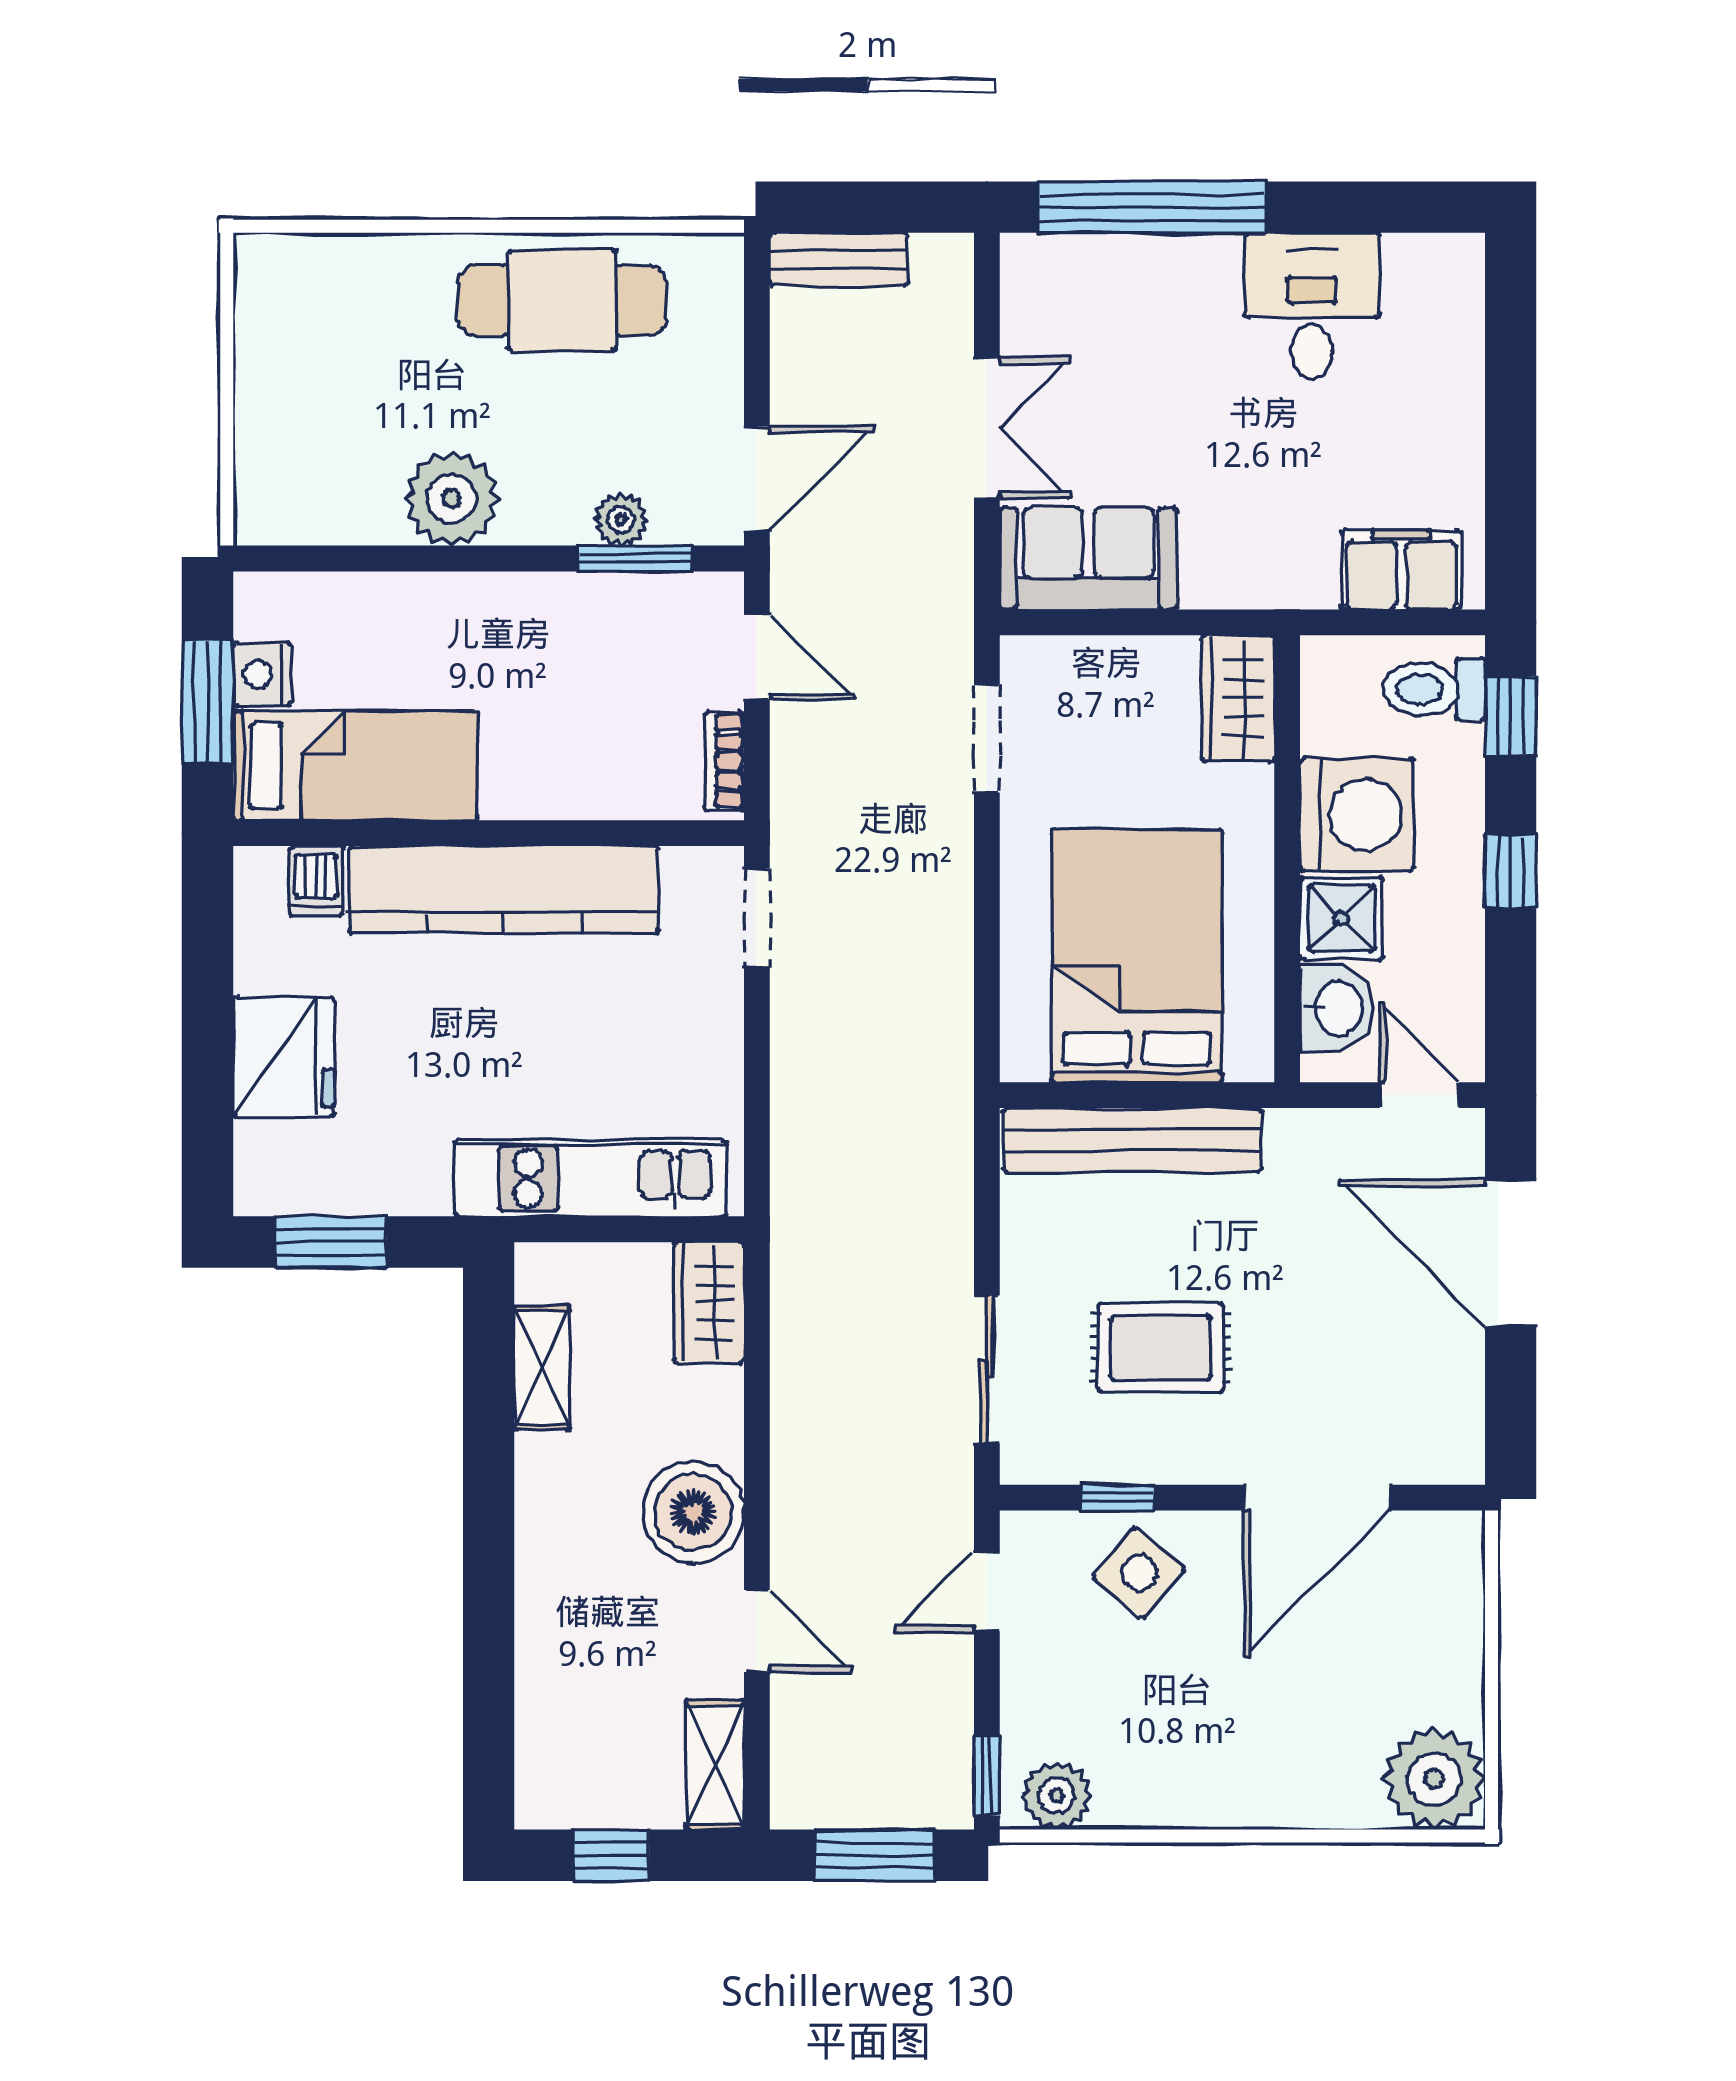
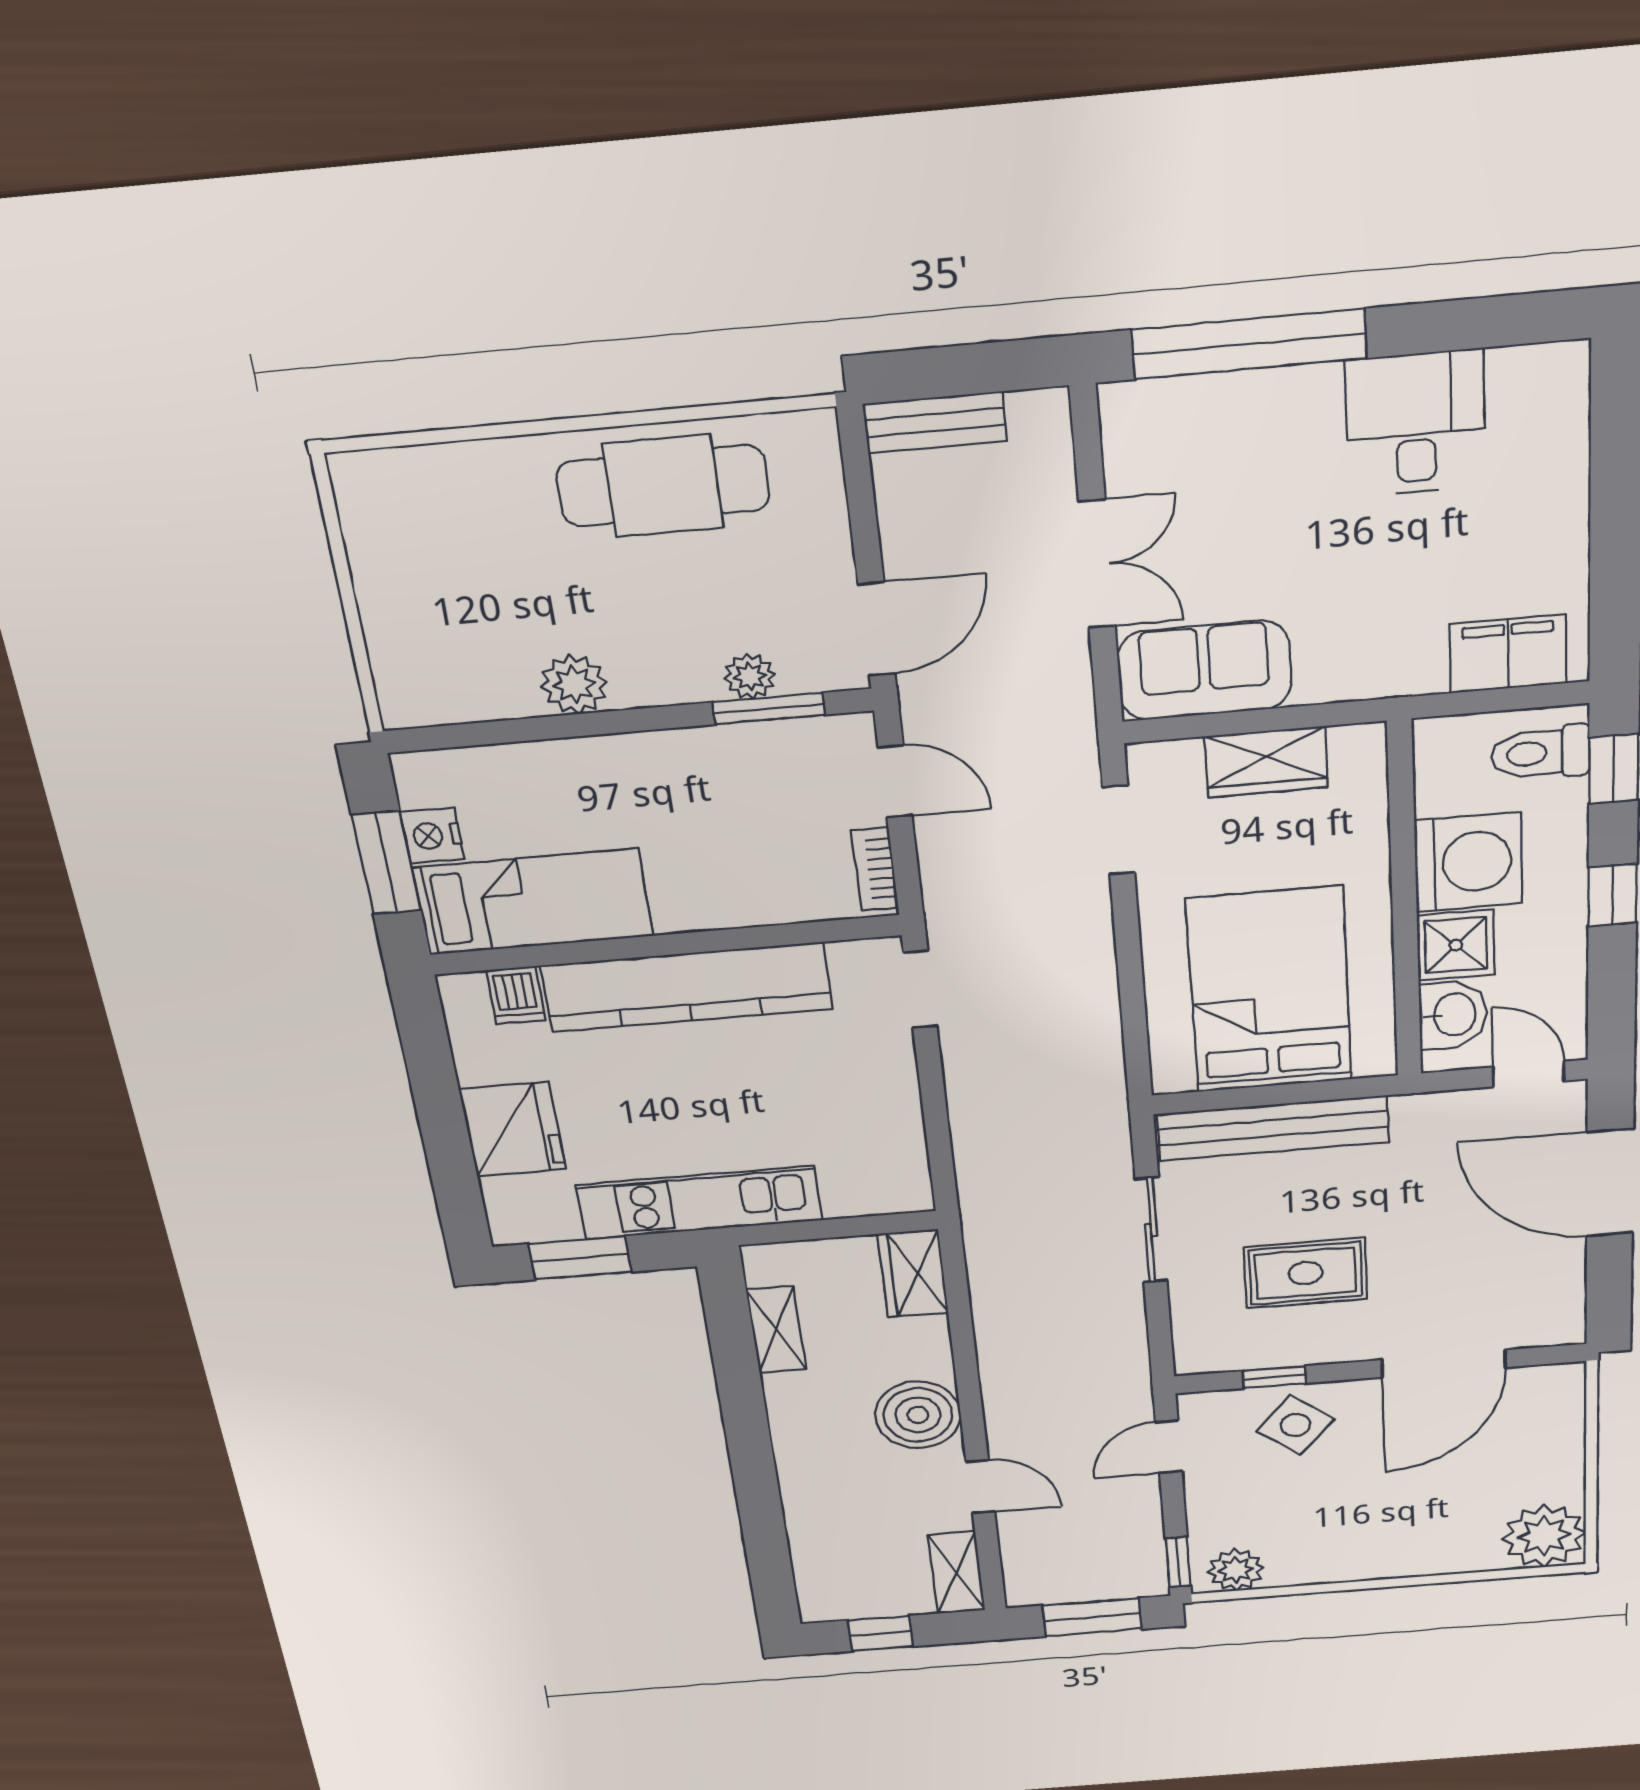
plant: (452, 499) -> (574, 684), width x0.73, depth x0.73
wardrobe: (1238, 698) -> (1266, 762), moved, turned -90
kitchen unit: (591, 1178) -> (699, 1203), moved
sliding door: (987, 1369) -> (1151, 1230), moved

